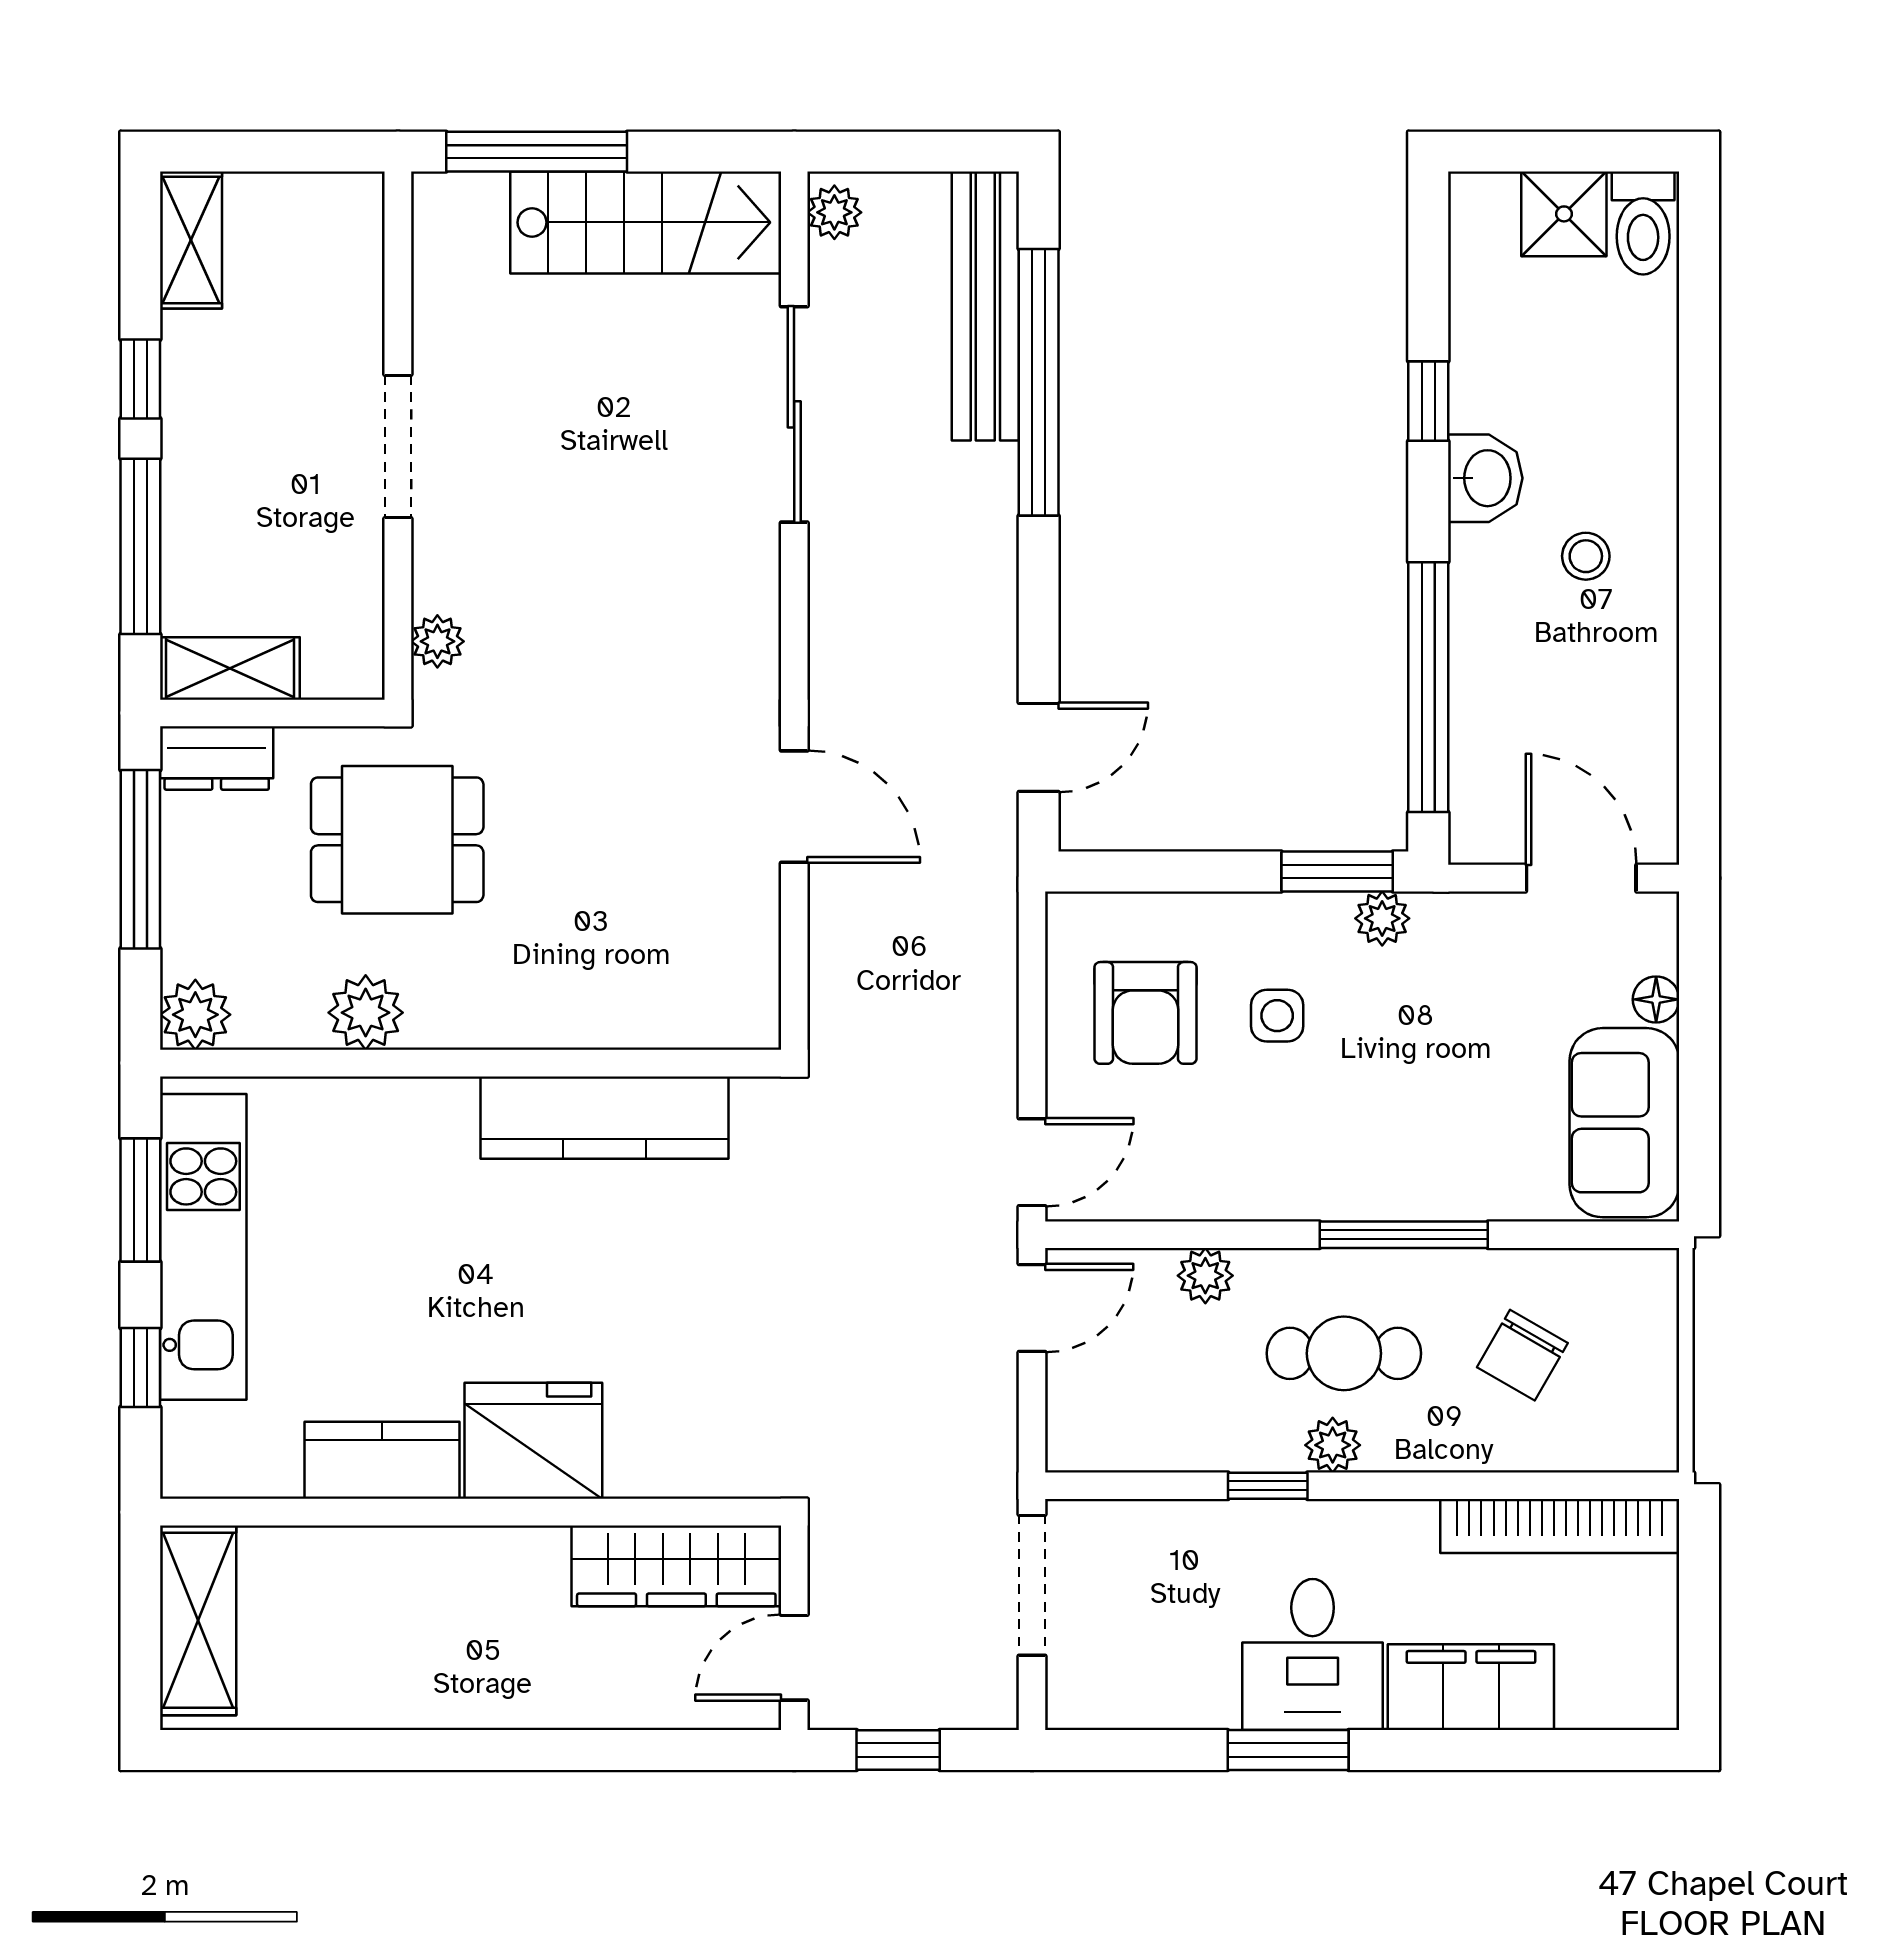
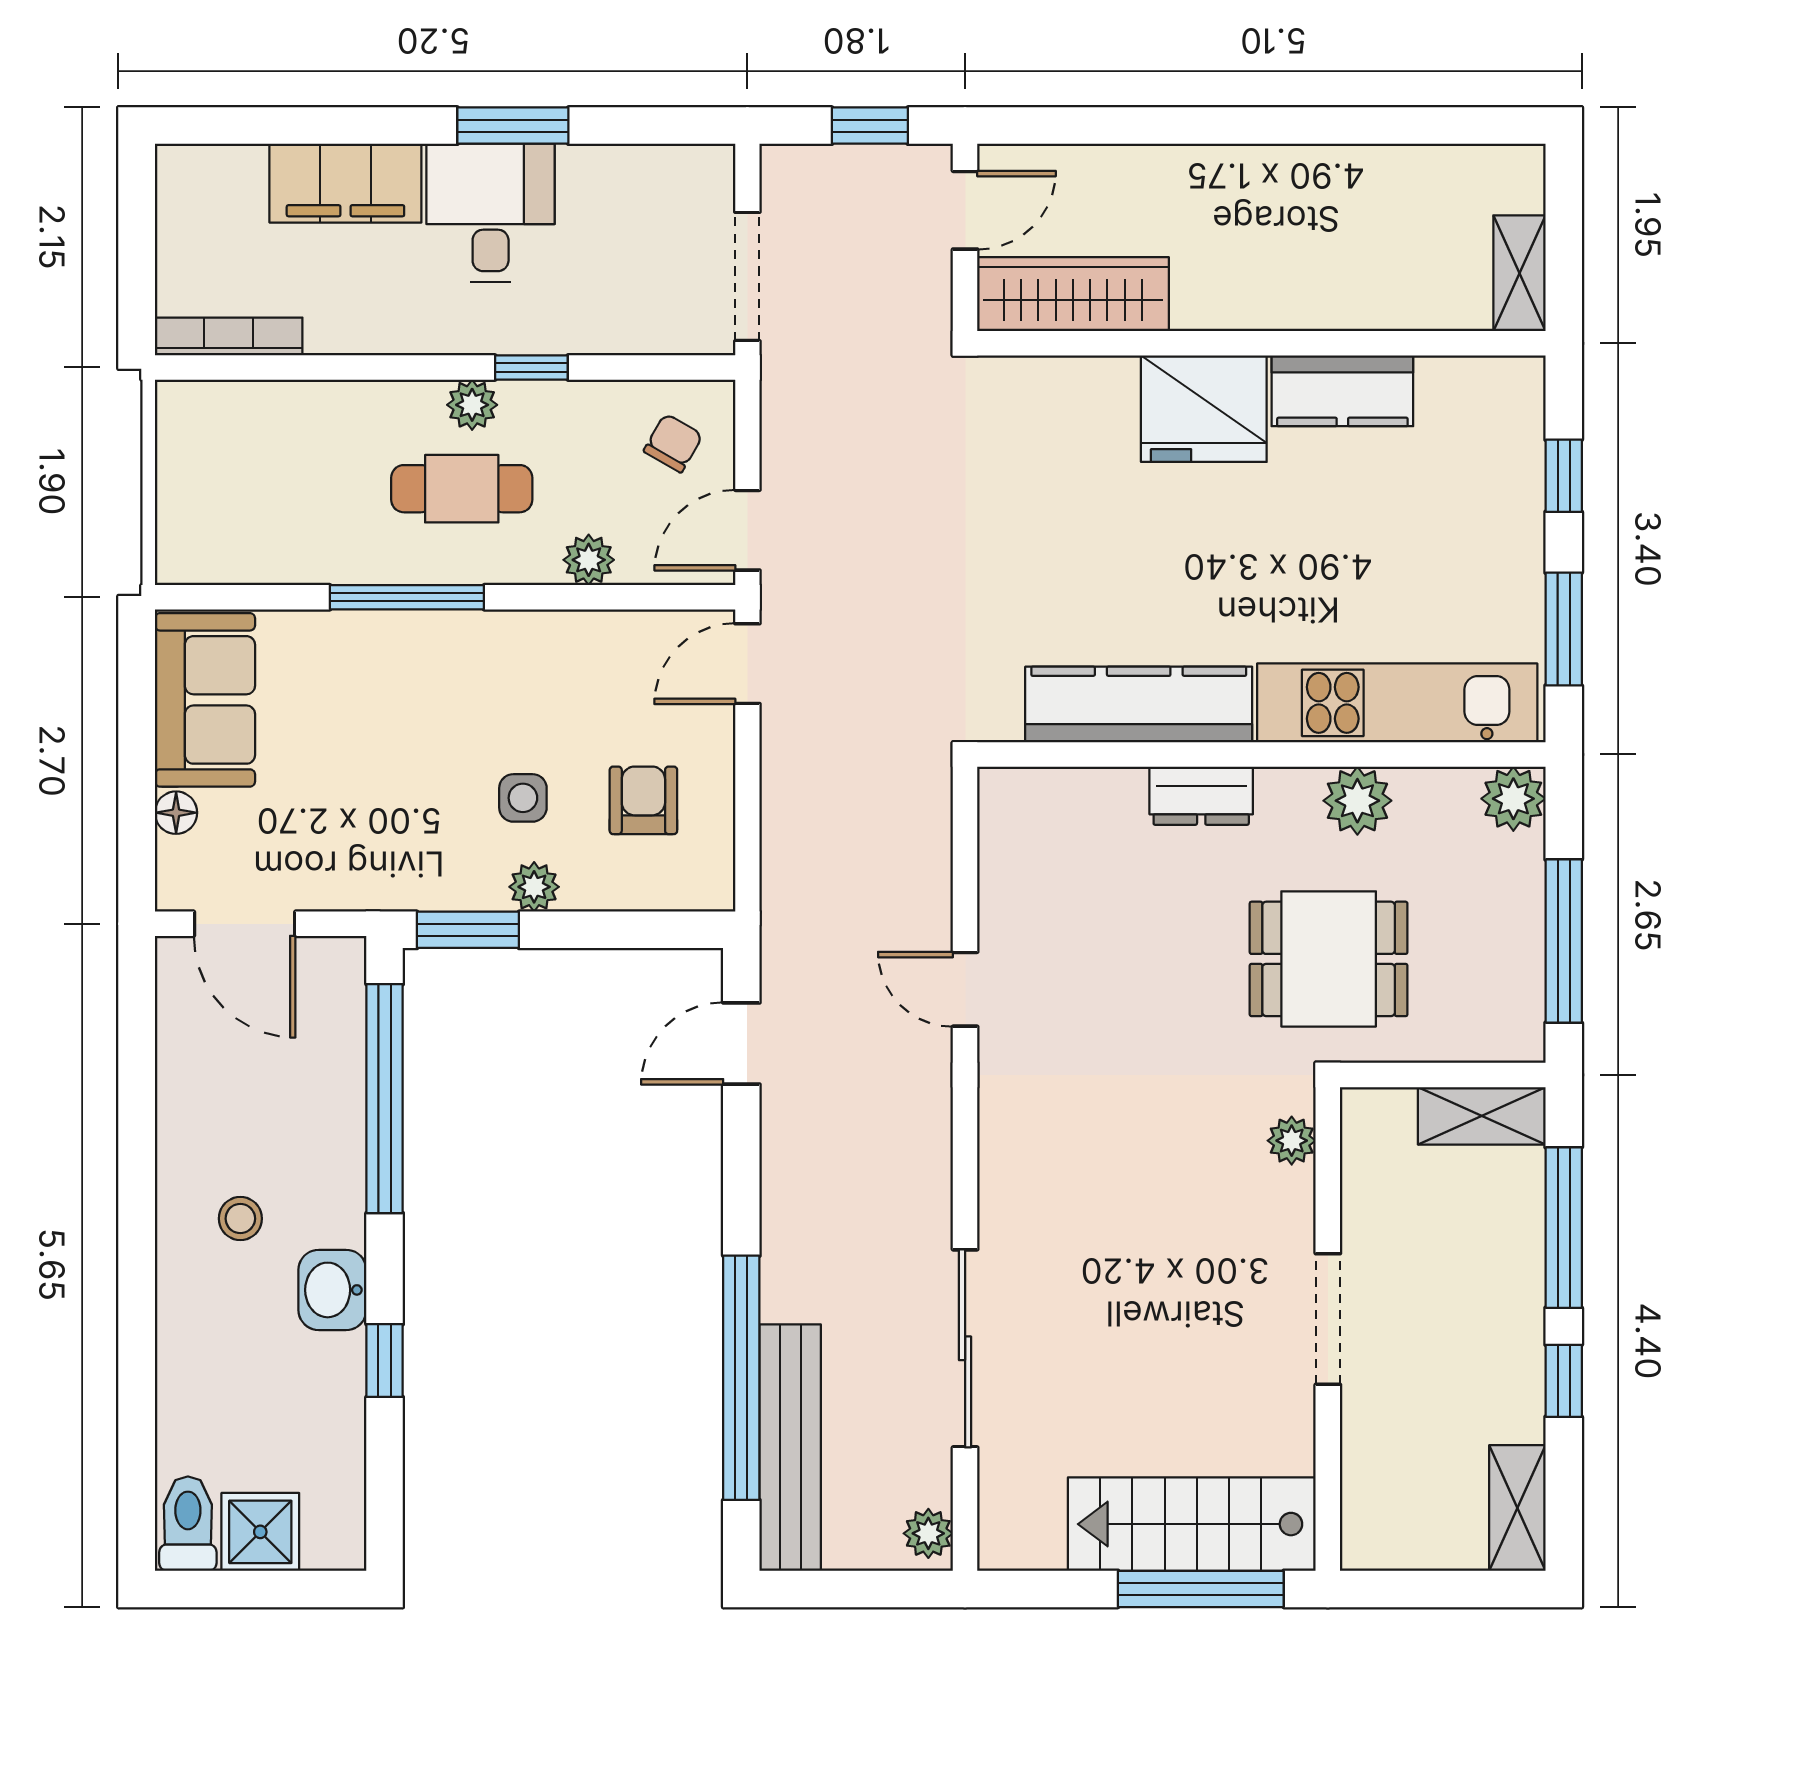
stairs: (646, 222) -> (1192, 1524), moved
dresser: (217, 758) -> (1201, 796), moved, turned 180
door: (794, 807) -> (965, 989), width x0.73
plant: (1382, 918) -> (534, 887), moved
armchair: (1146, 1013) -> (643, 800), width x0.72, depth x0.72
kitchen unit: (203, 1247) -> (1397, 703), moved, turned 90
chair: (1522, 1355) -> (673, 443), moved, width x0.73, depth x0.73
bookcase: (1560, 1526) -> (229, 336), width x0.68, depth x0.76
shelving: (198, 1620) -> (1519, 273), width x0.67, depth x0.75

